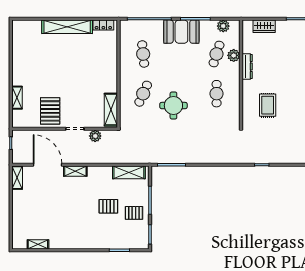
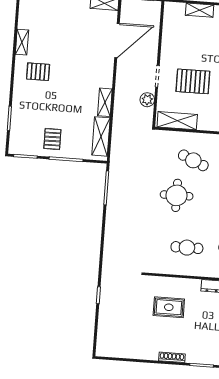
pallet: (50, 111) -> (193, 81), moved
shelving: (75, 171) -> (105, 102), moved
pallet: (108, 206) -> (38, 72), moved, turned 90
shelving: (38, 244) -> (22, 42), moved

